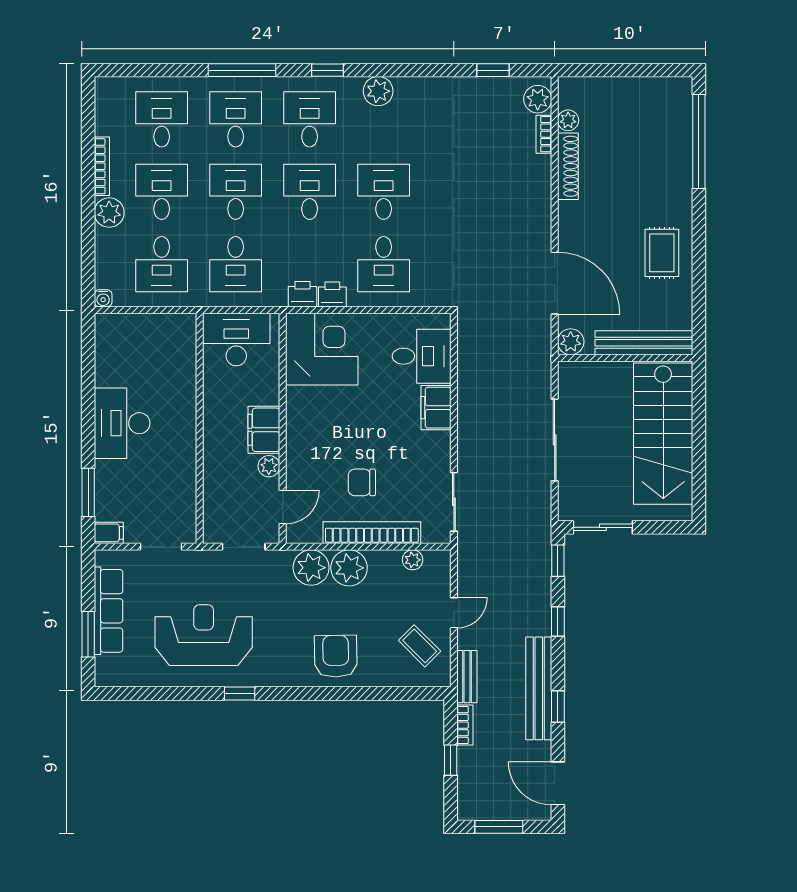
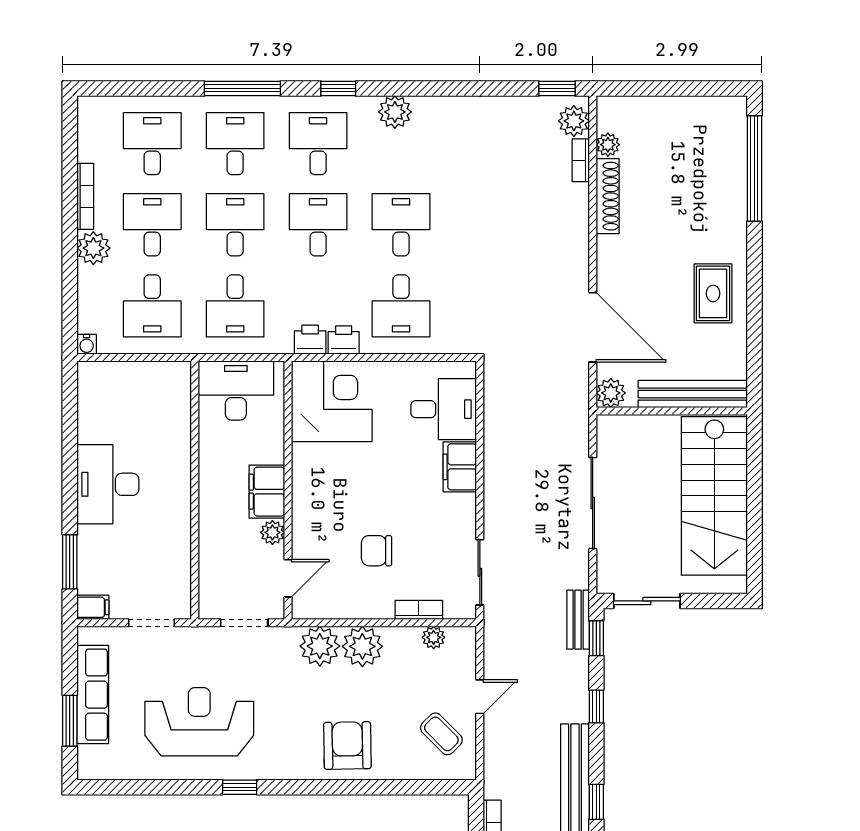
window: (493, 70) -> (557, 88), moved
bookcase: (372, 533) -> (419, 610), width x0.43, depth x0.76
bench: (467, 677) -> (578, 620), moved

